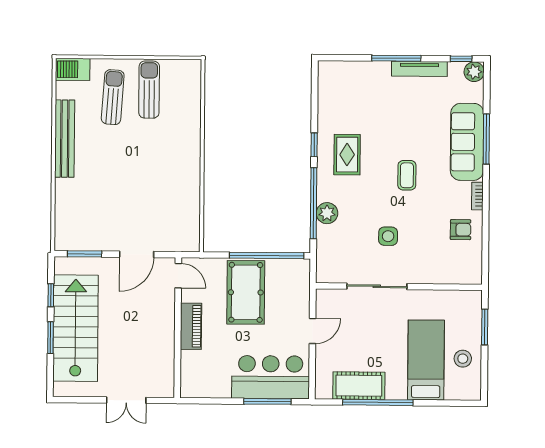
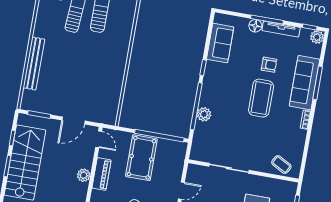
floor lamp: (381, 70) -> (255, 26), added
sofa: (333, 104) -> (220, 43), added
bench: (65, 139) -> (34, 63), moved
rug: (347, 155) -> (224, 78), removed
coffee table: (407, 175) -> (261, 98), width x1.86, depth x1.72
armchair: (461, 230) -> (269, 65), moved
side table: (388, 236) -> (242, 136), removed
coffee table: (453, 268) -> (281, 165), added
plant: (165, 332) -> (84, 175), added

